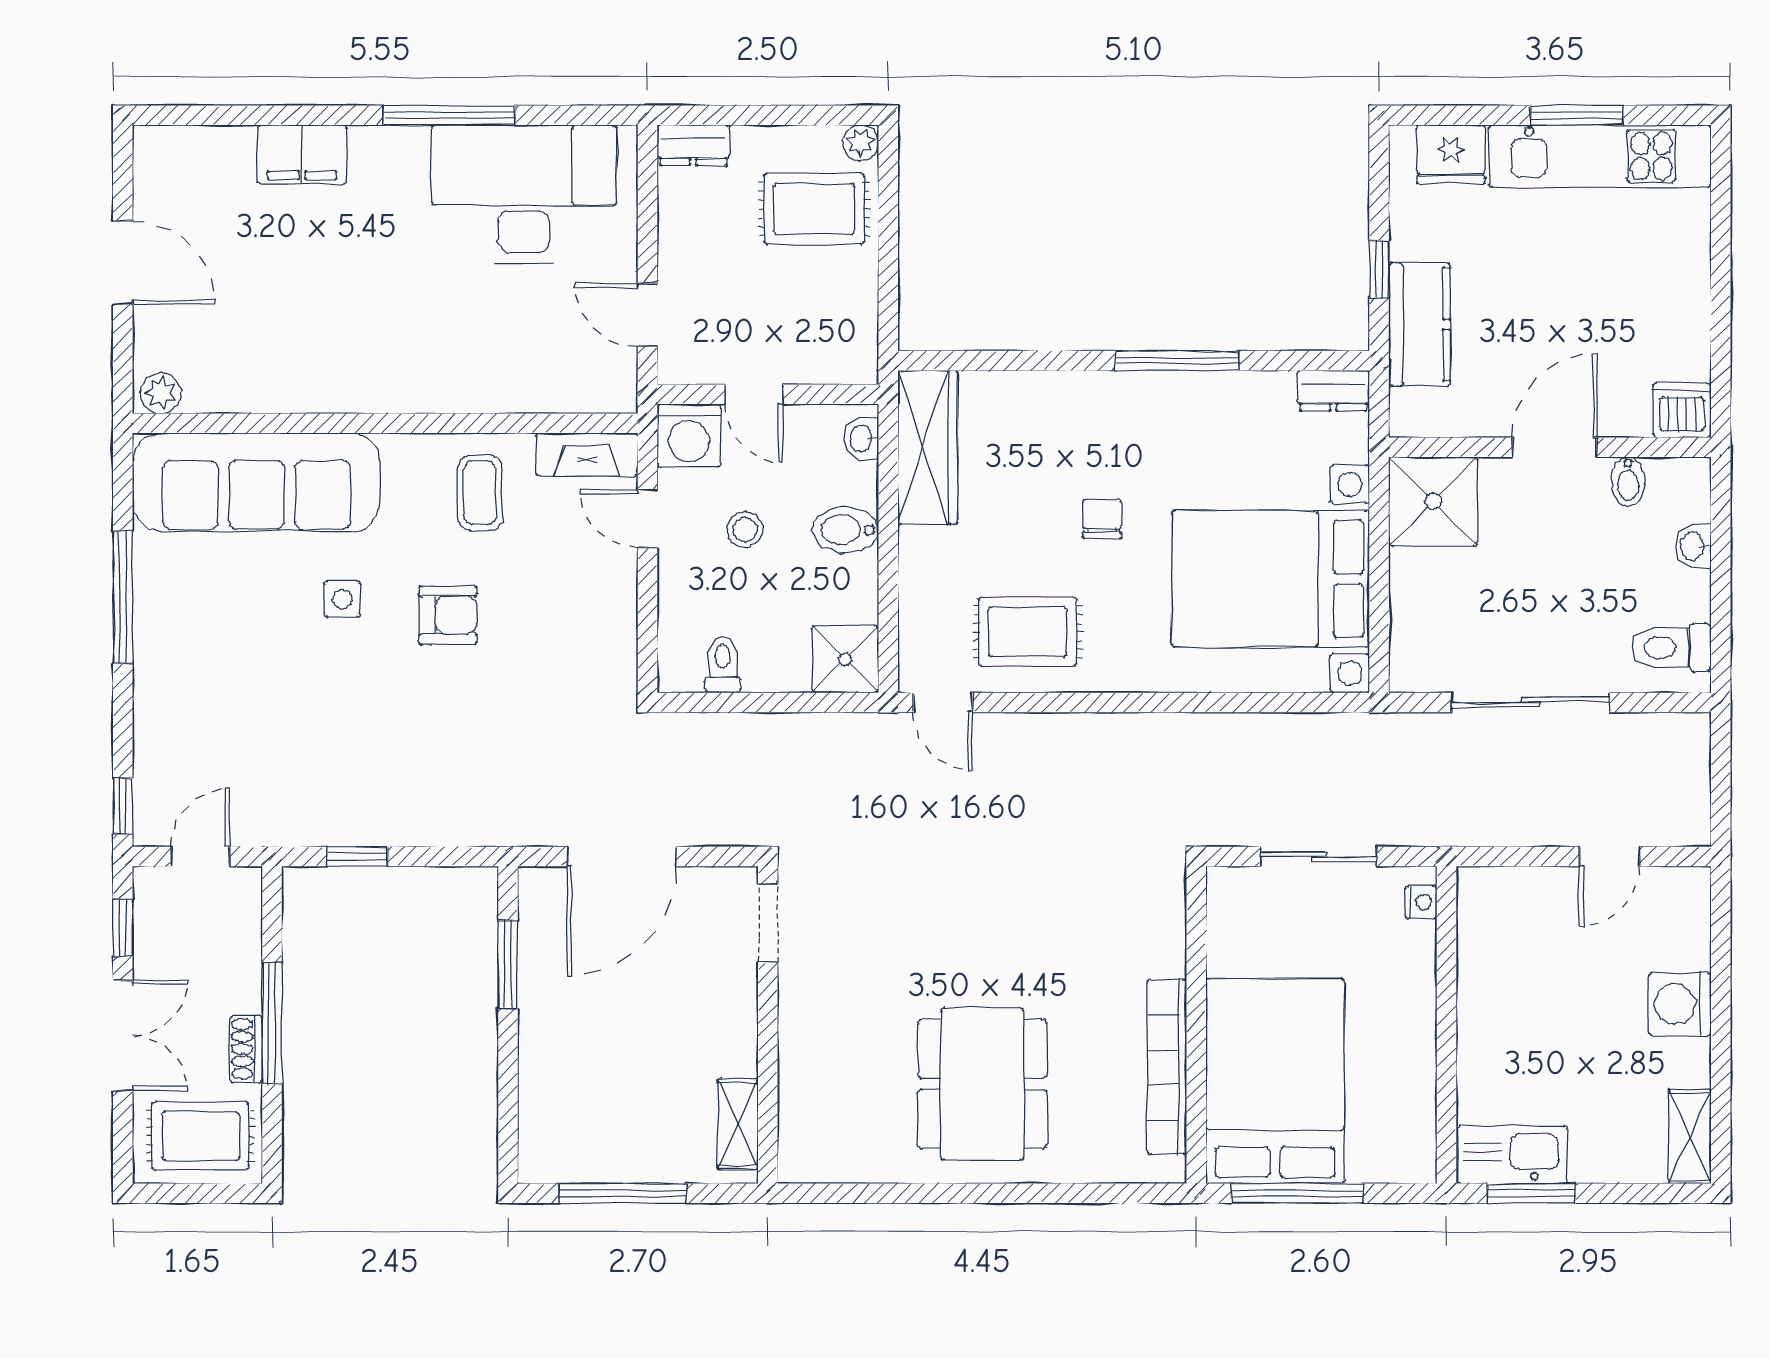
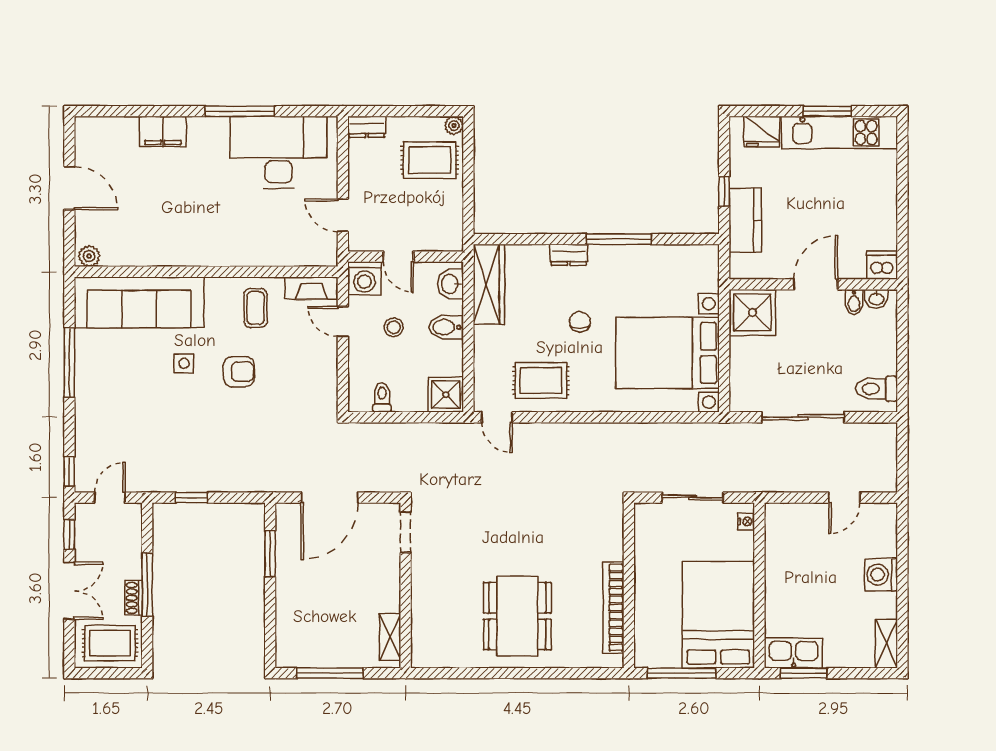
dresser: (1333, 391) -> (569, 255), moved
washbasin: (861, 439) -> (450, 284), width x1.38, depth x1.45
washbasin: (1693, 546) -> (876, 299), moved, turned -90
bed: (1275, 1081) -> (718, 615), moved

